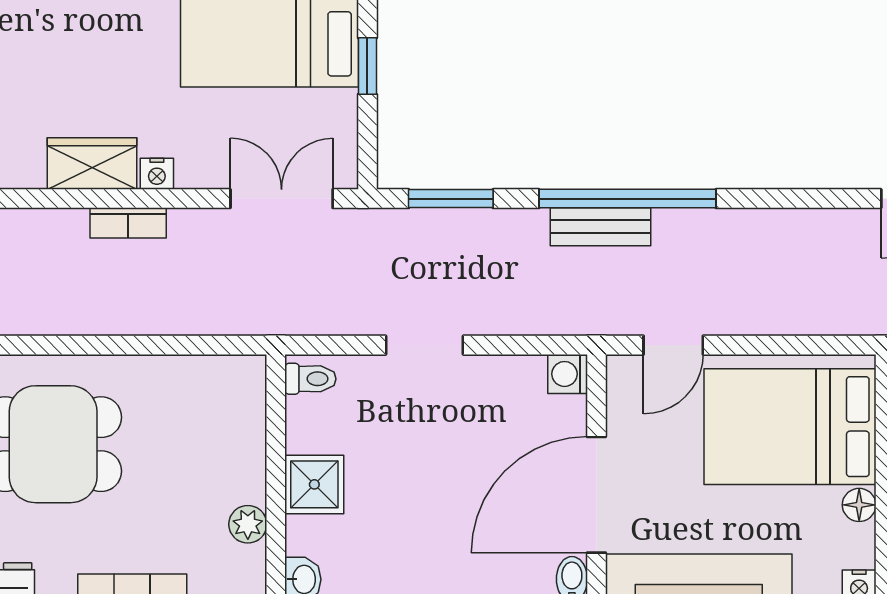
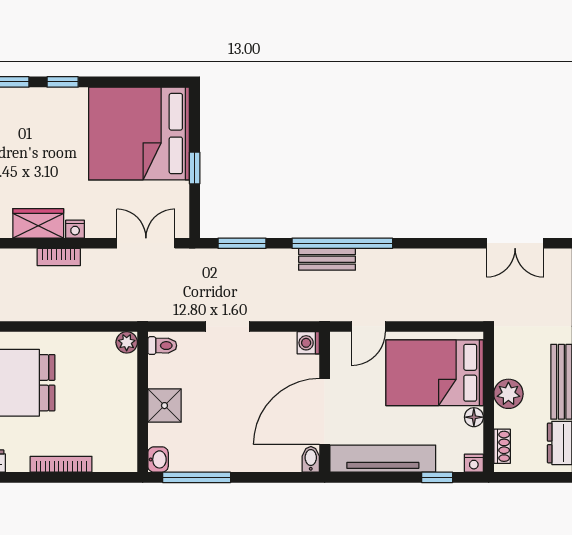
plant: (248, 524) -> (127, 342), moved

